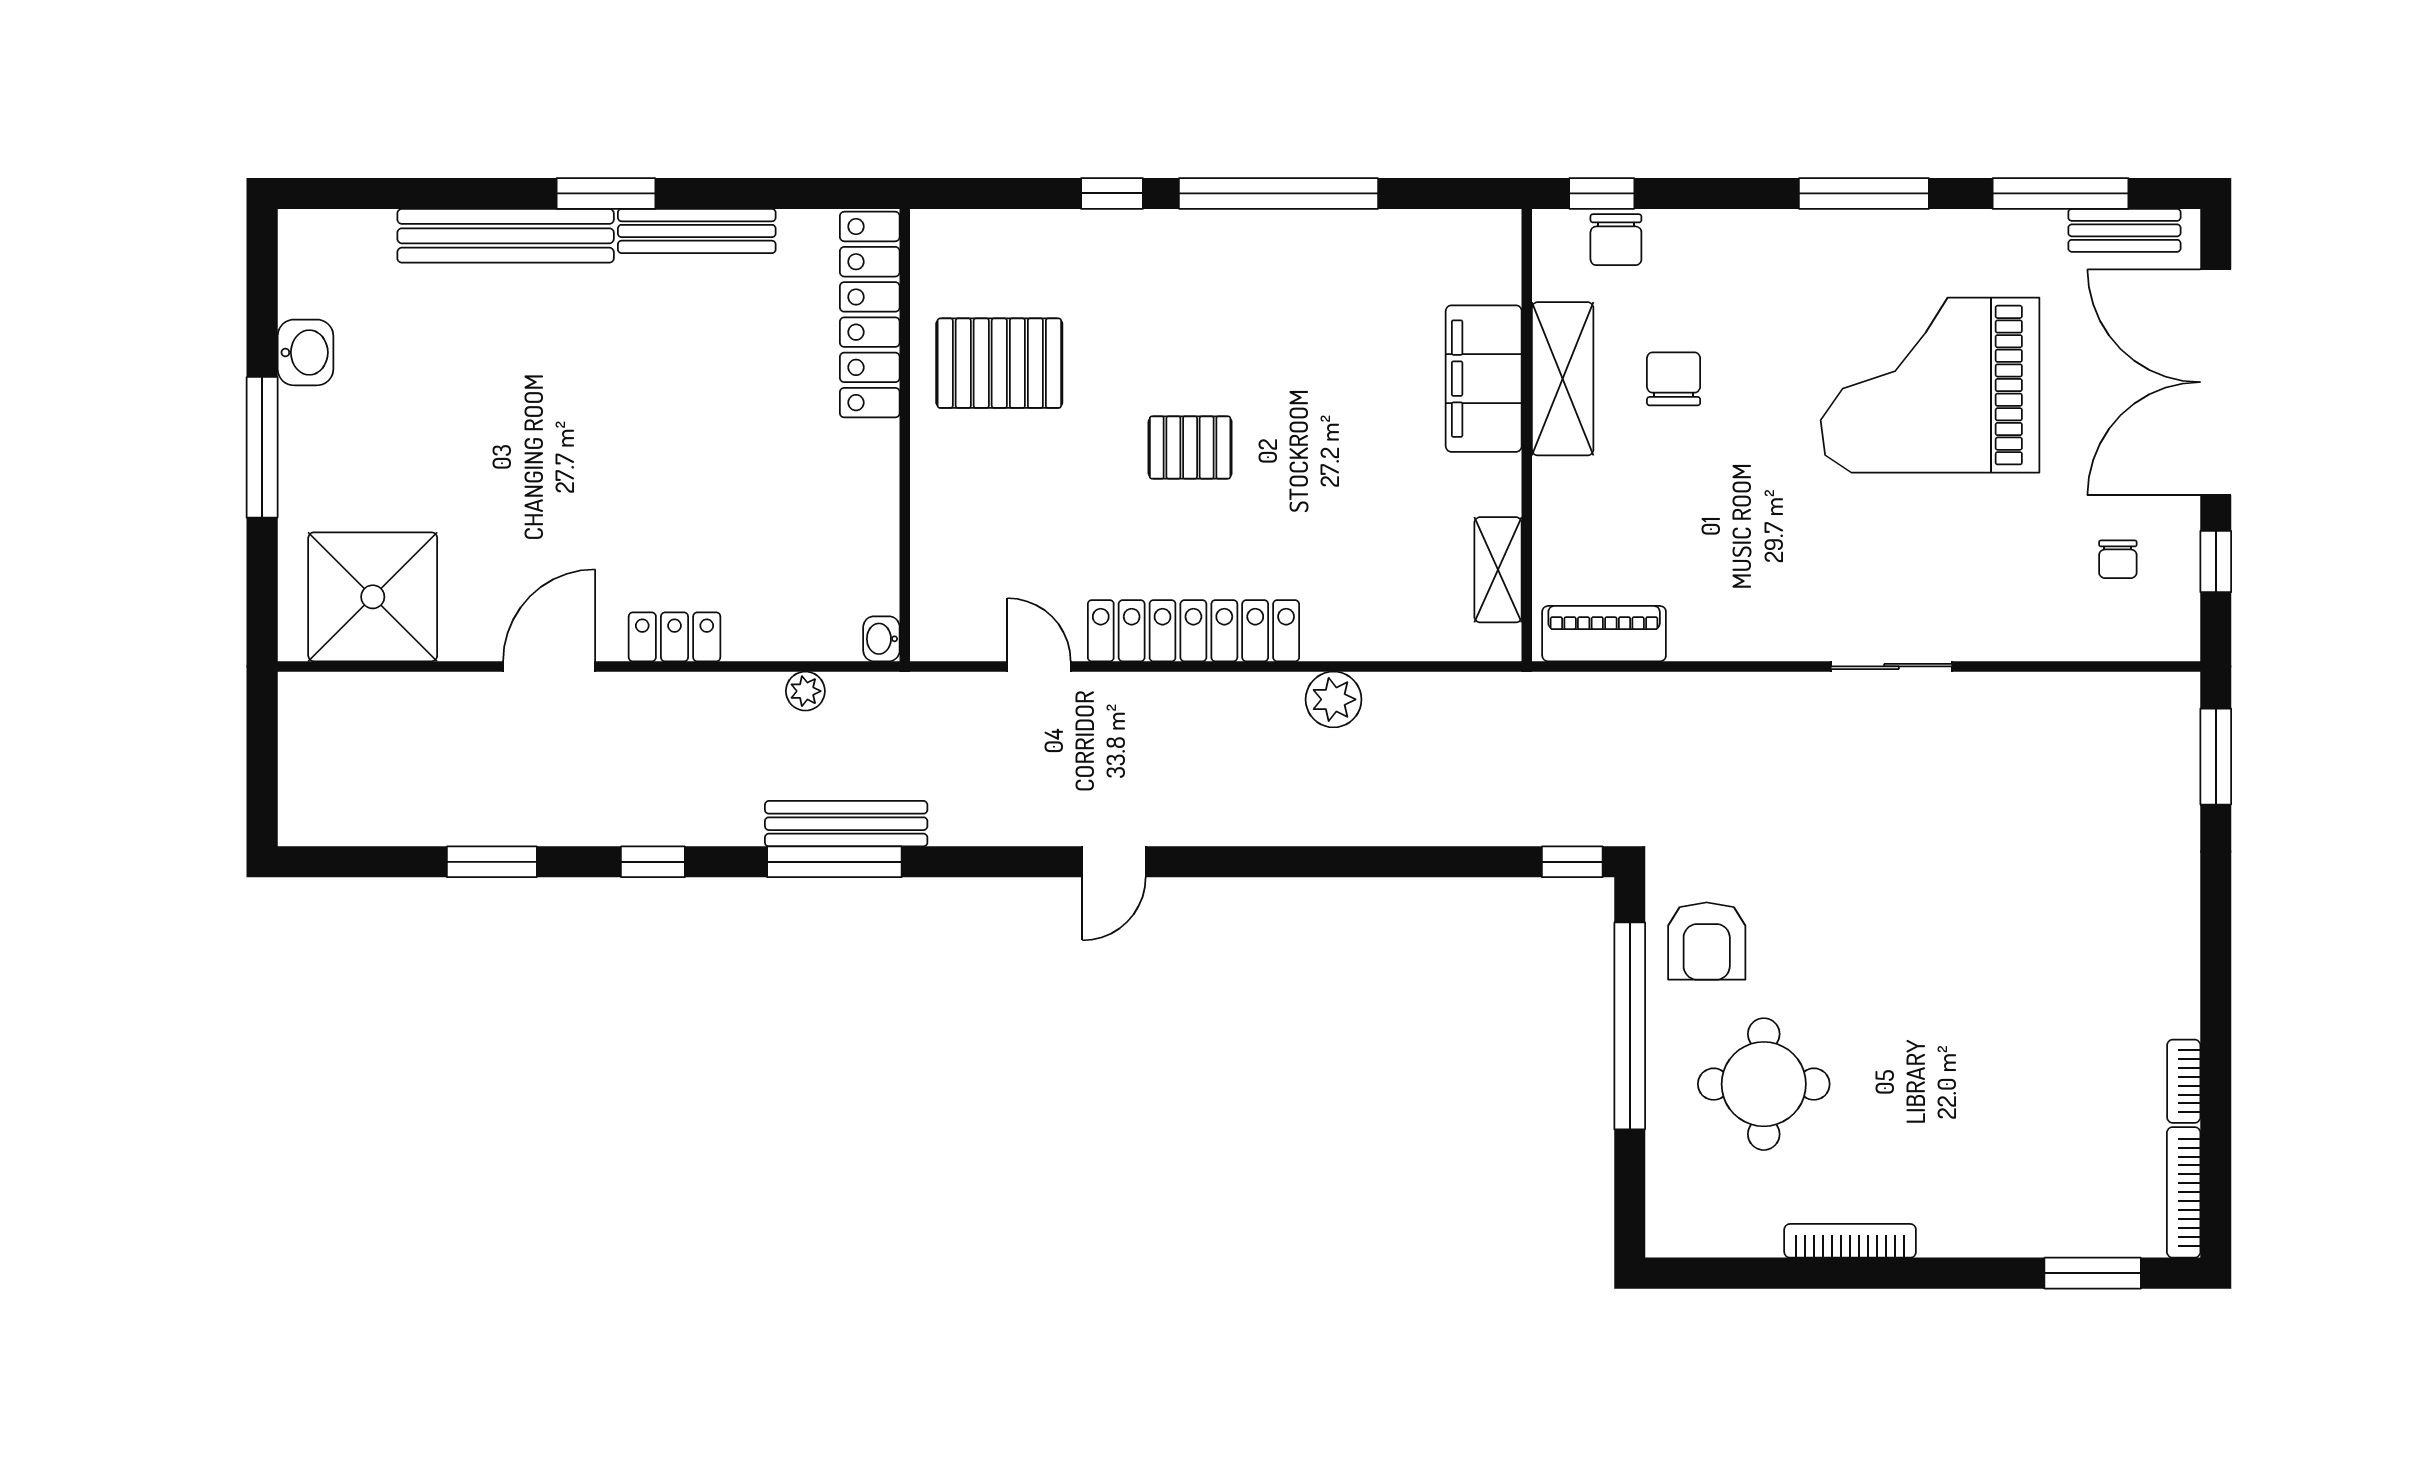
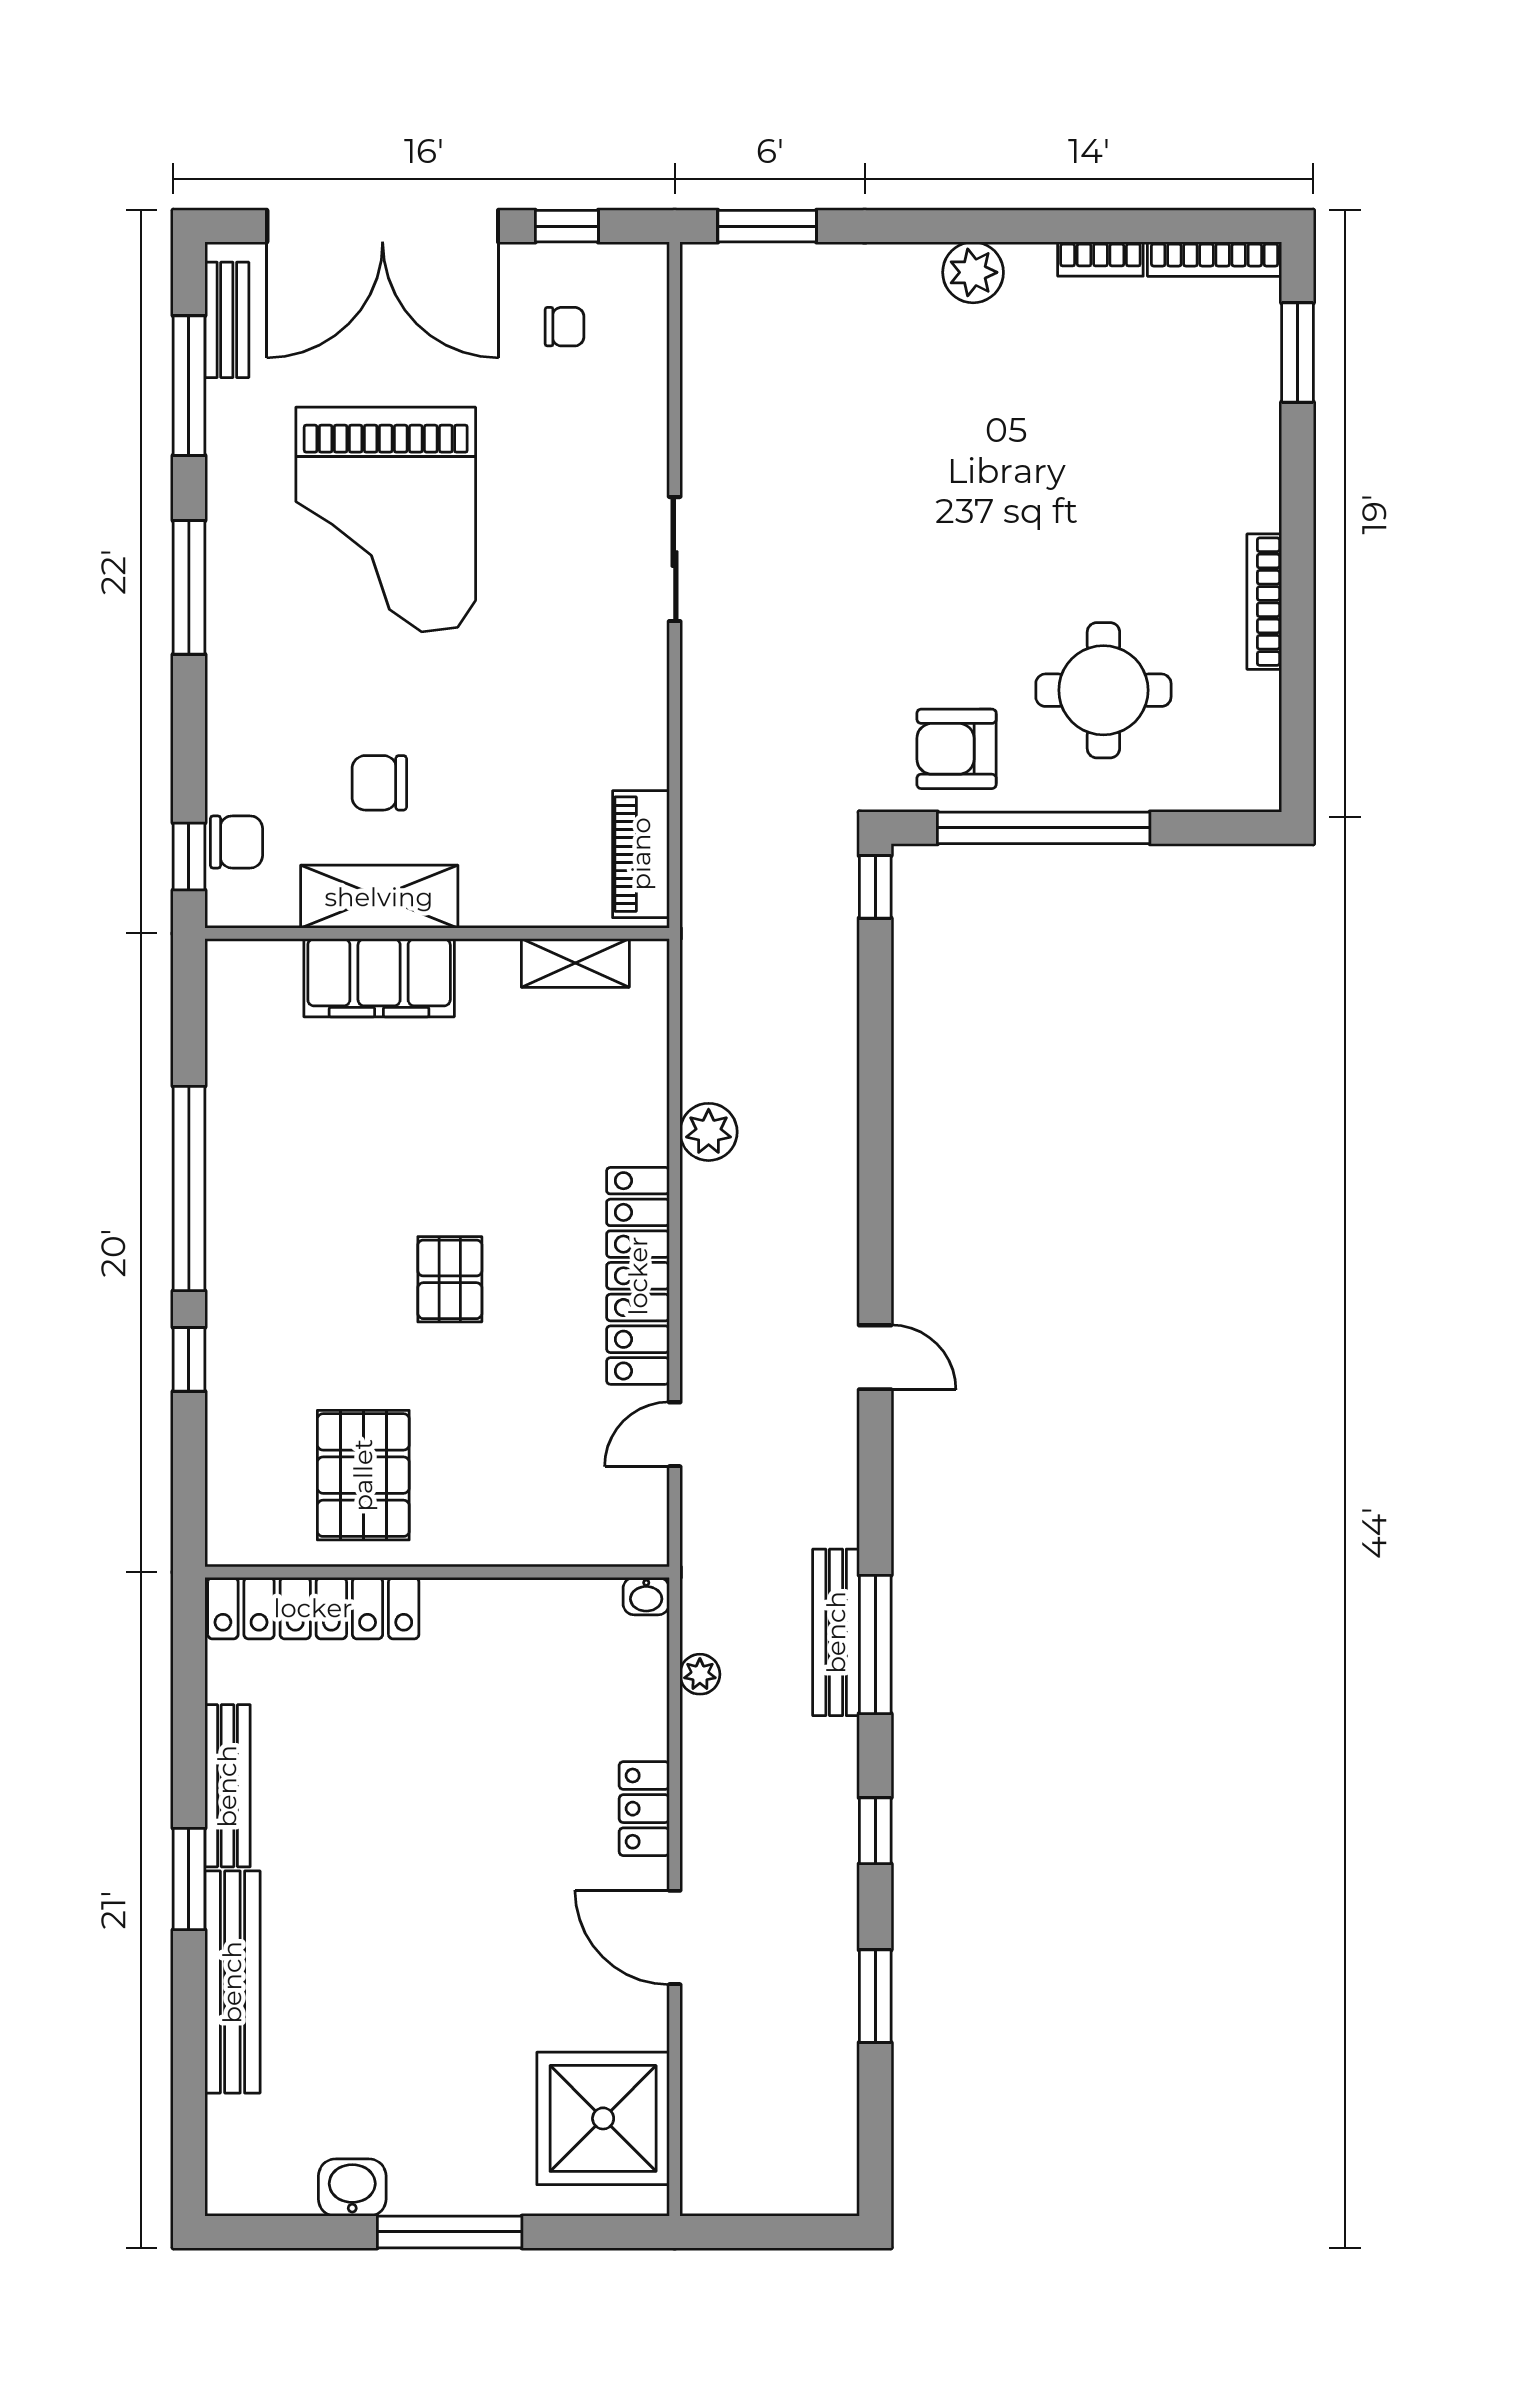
armchair: (1707, 941) -> (957, 749), turned 180
plant: (2171, 957) -> (973, 272), added

